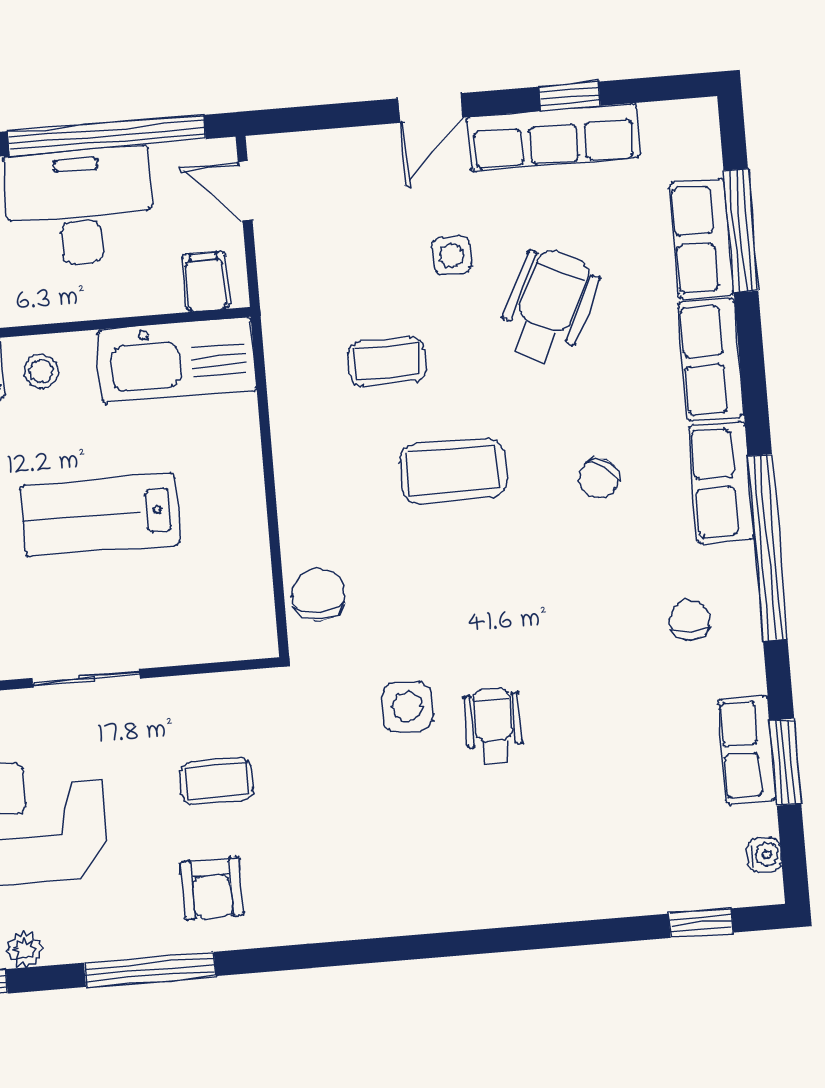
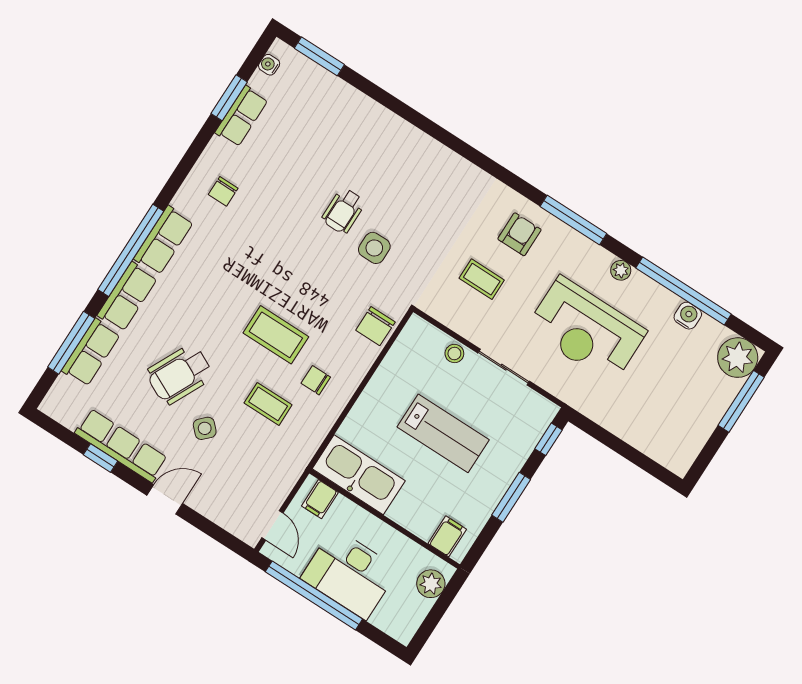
side table: (452, 256) -> (205, 428), turned 45
stool: (41, 371) -> (454, 354), moved
chair: (599, 478) -> (316, 380), moved, turned -125
window: (767, 548) -> (131, 250), moved
window: (701, 923) -> (319, 56), width x1.50

